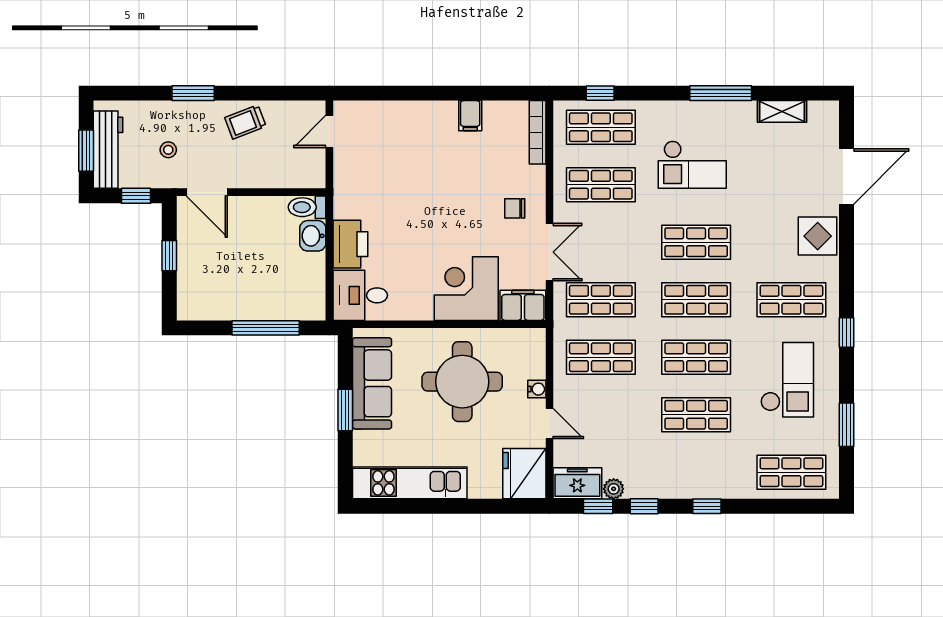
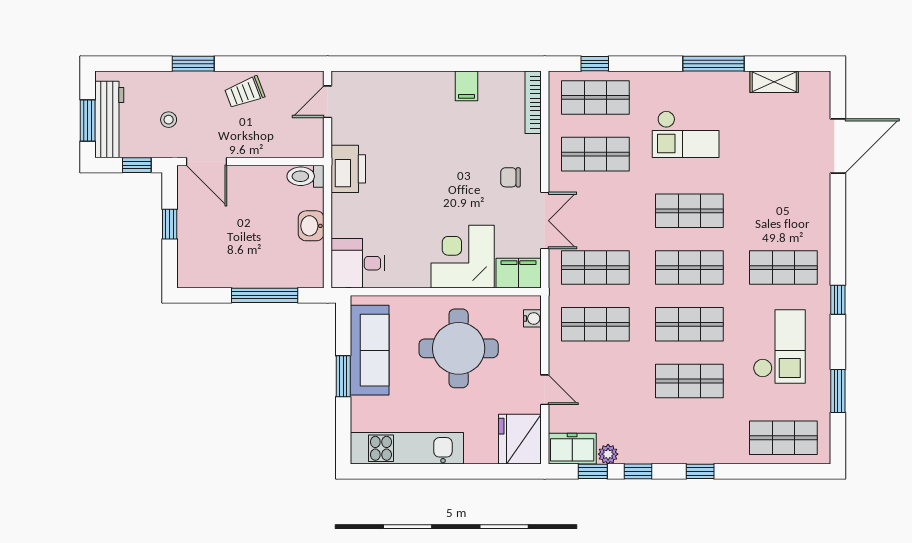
washbasin: (313, 236) -> (311, 226), moved
display table: (818, 236) -> (809, 205), removed
printer: (350, 244) -> (348, 169), moved
water cooler: (537, 389) -> (532, 318), moved

